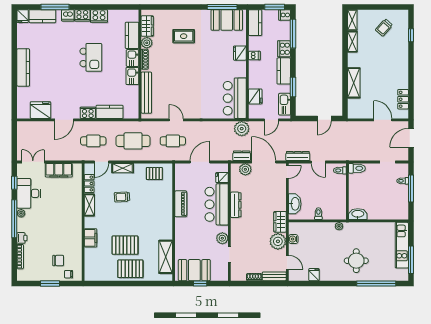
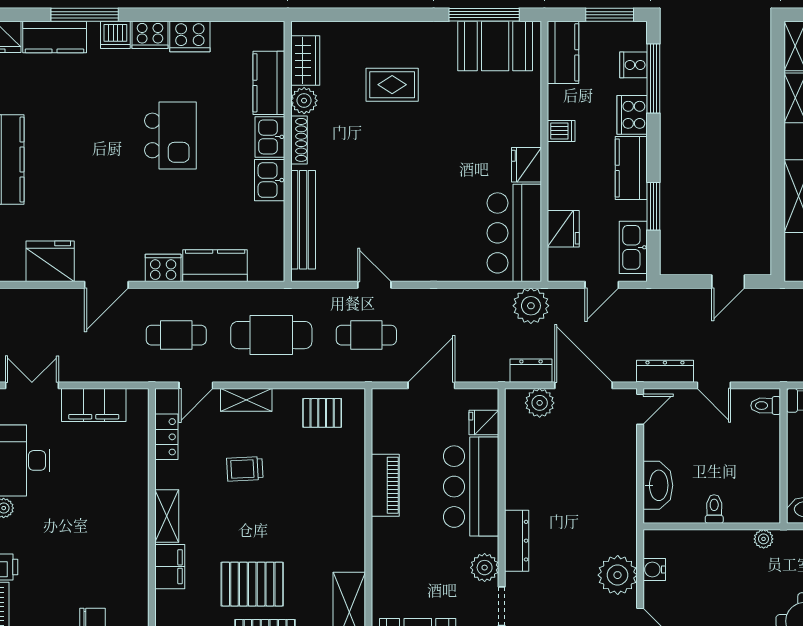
cooker: (285, 15) -> (633, 65), moved
fridge: (240, 53) -> (526, 165), moved
shelving: (89, 205) -> (167, 516), moved
dresser: (236, 205) -> (517, 541), moved
wardrobe: (280, 222) -> (622, 528), removed

